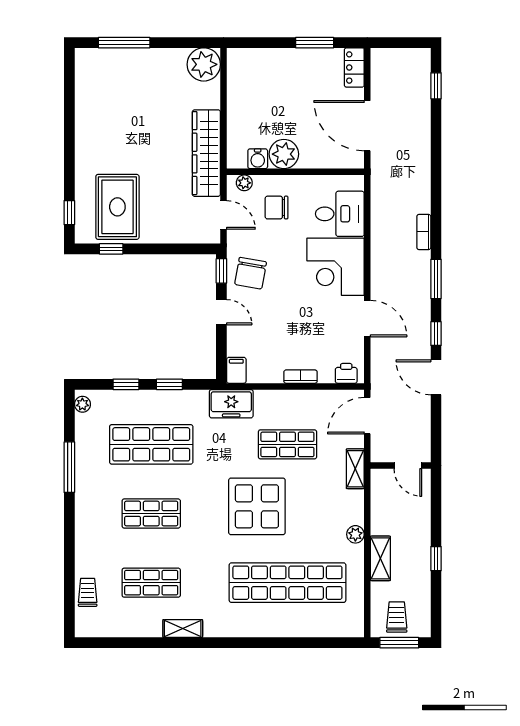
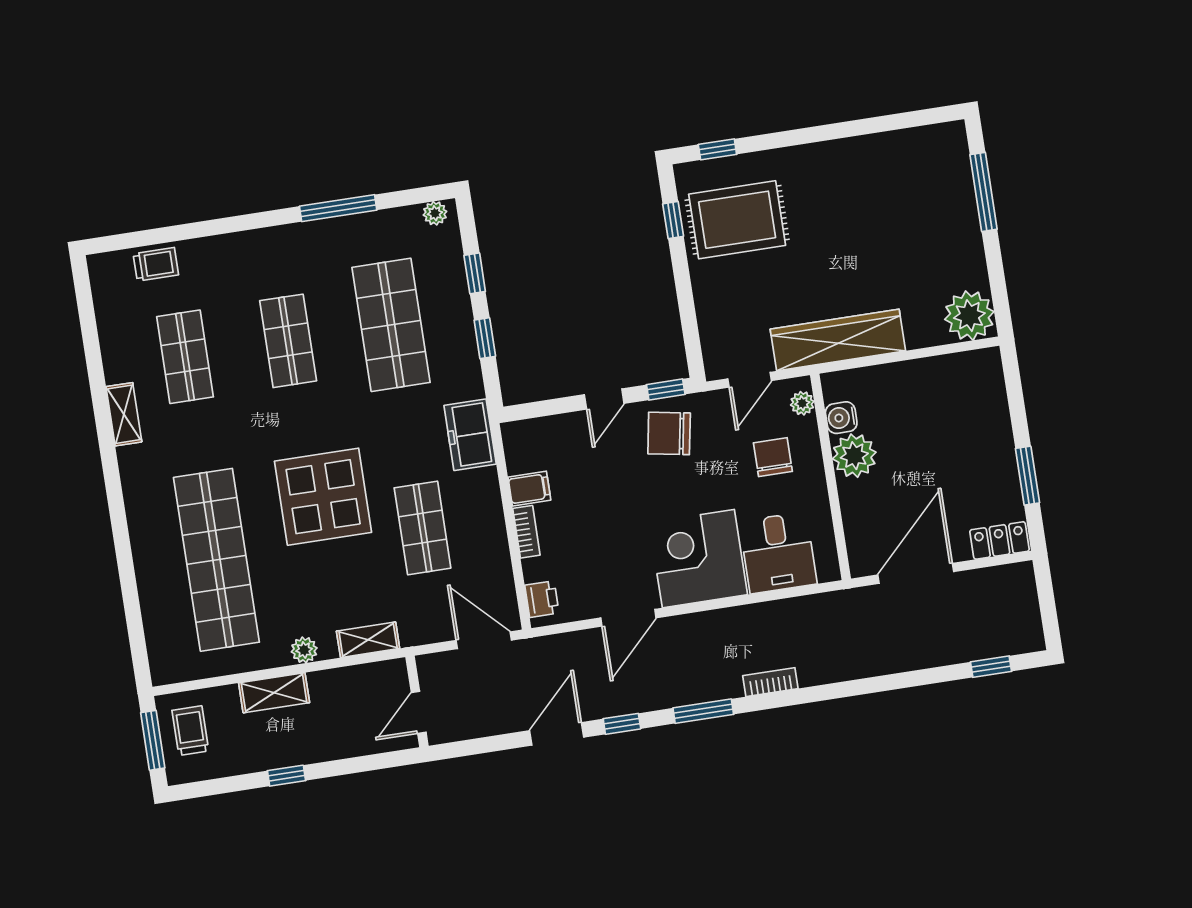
filing cabinet: (236, 370) -> (529, 489), moved
shelving: (355, 469) -> (368, 640), moved
trolley: (397, 617) -> (190, 731), turned -90

